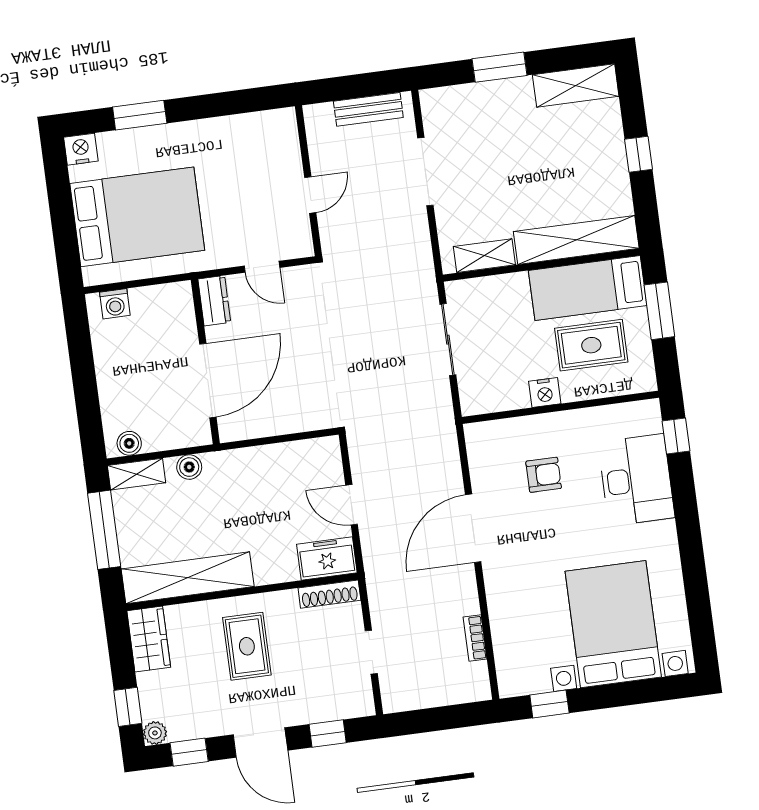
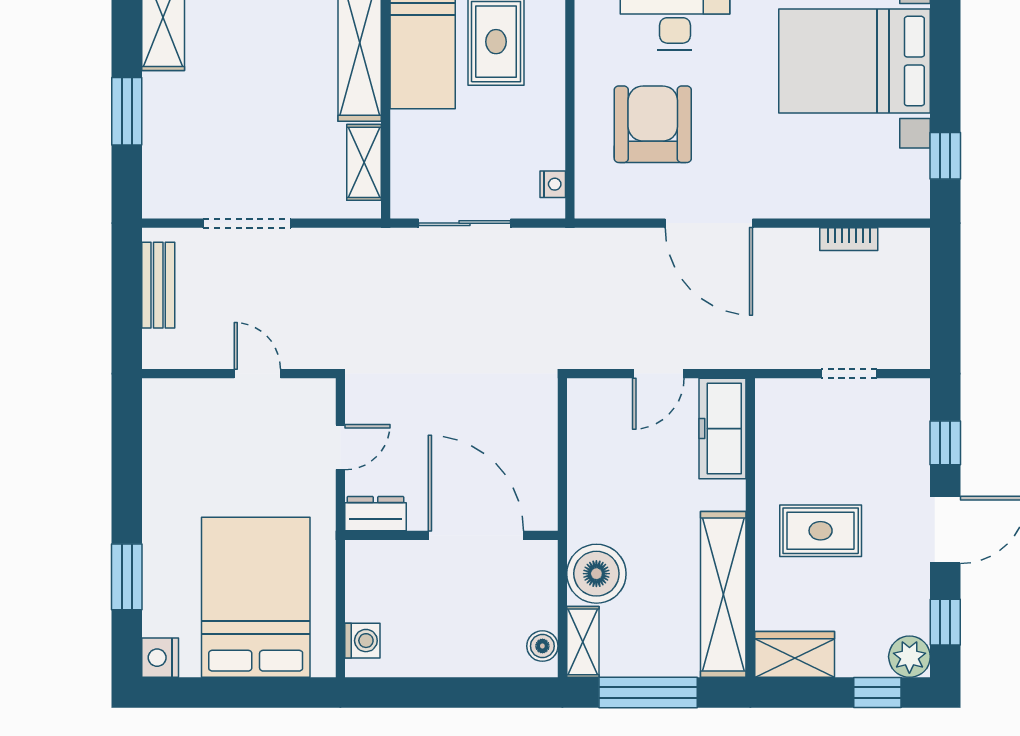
nightstand: (545, 392) -> (553, 184), moved, width x0.72, depth x0.74
boiler: (189, 467) -> (596, 574), width x1.86, depth x1.86
armchair: (544, 475) -> (653, 124), width x1.88, depth x1.88
freezer: (327, 559) -> (722, 429), width x1.40
shoe rack: (329, 594) -> (768, 417), removed
plant: (155, 733) -> (909, 657), width x1.38, depth x1.38

